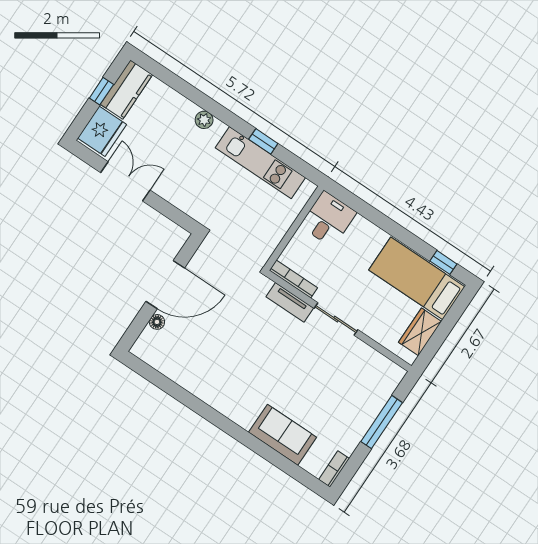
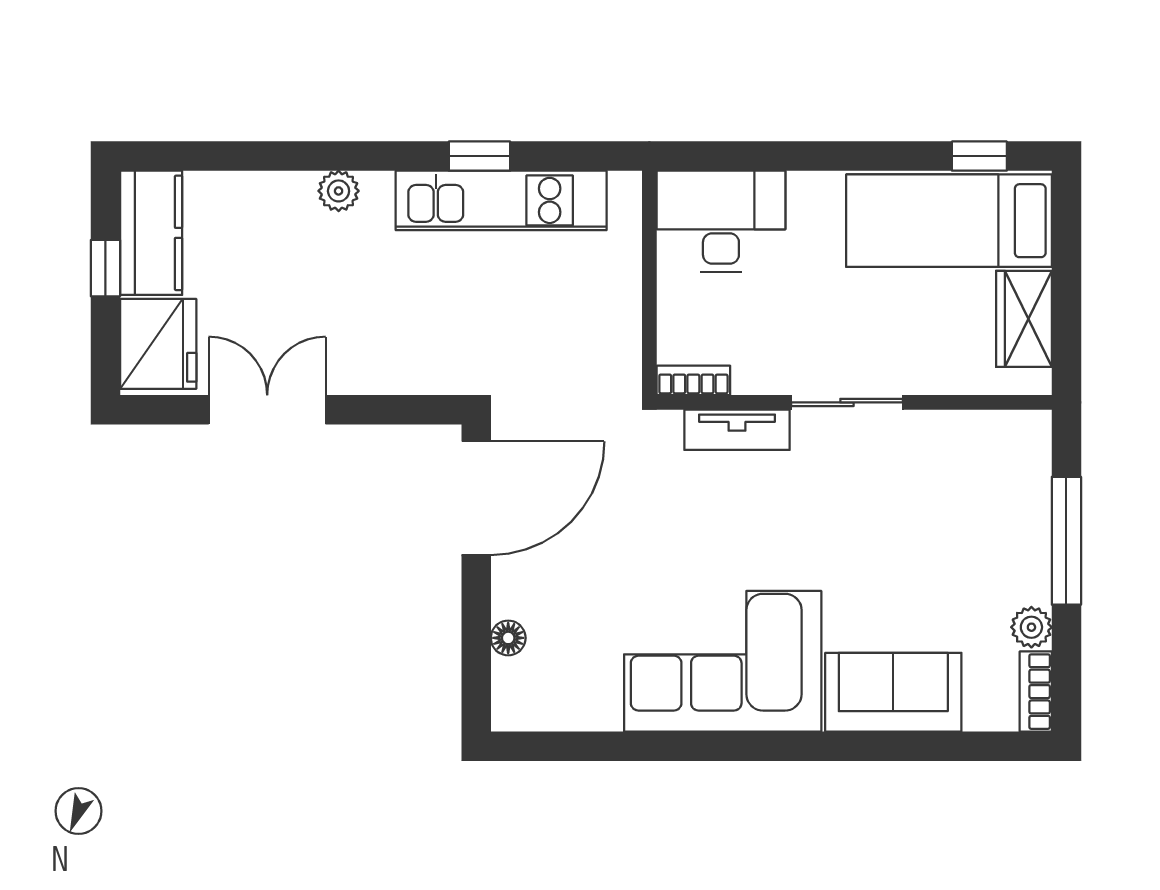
desk: (328, 219) -> (721, 221), width x1.37
bookcase: (293, 279) -> (693, 380), width x0.64
door: (165, 285) -> (476, 498), moved
corner sofa: (229, 382) -> (723, 661), added
plant: (348, 445) -> (1031, 627), added

